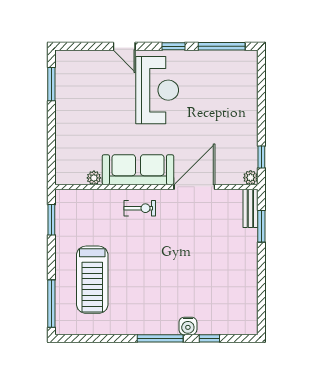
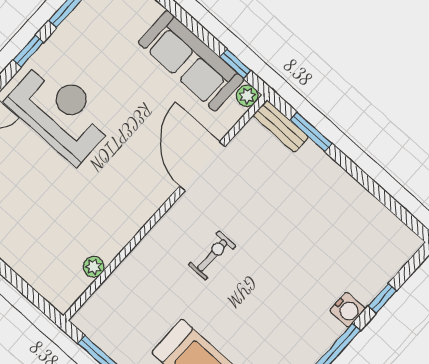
sofa: (138, 170) -> (191, 61), moved, turned -90
exercise bike: (140, 208) -> (212, 255), moved

